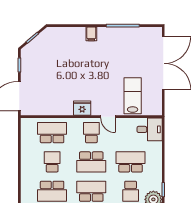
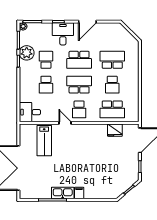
kitchen sink: (111, 34) -> (63, 193), added
fridge: (82, 108) -> (115, 130), moved
school desk: (131, 162) -> (46, 85), width x0.54

